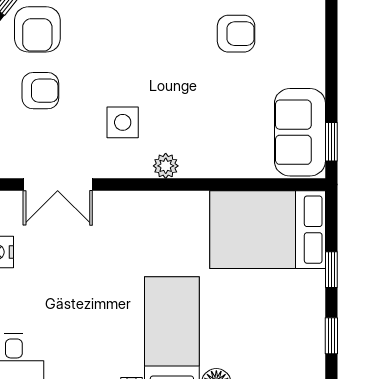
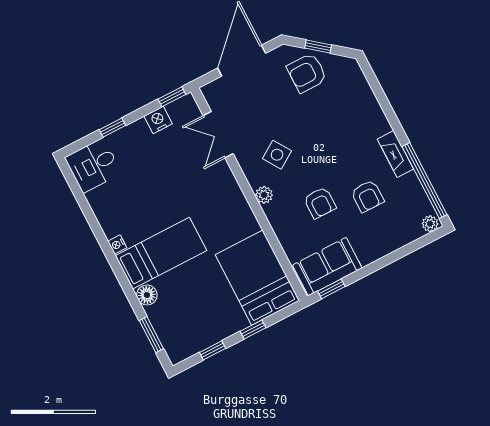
armchair: (40, 91) -> (320, 203), moved
side table: (123, 122) -> (277, 155), turned -33

